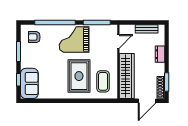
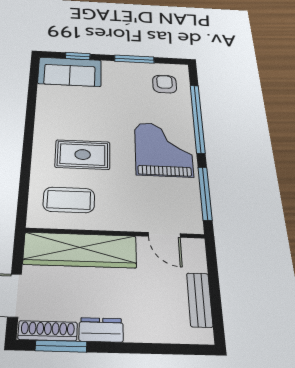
dresser: (160, 54) -> (101, 330), moved
rug: (79, 76) -> (83, 155), width x0.73, depth x0.70

